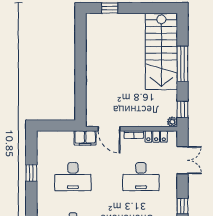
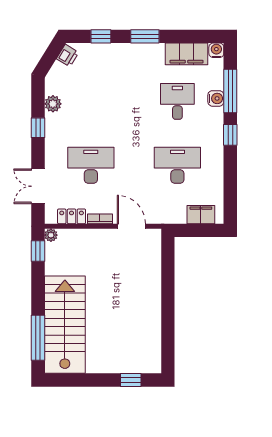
window: (182, 64) -> (38, 338), moved
filing cabinet: (85, 138) -> (201, 215), moved
window: (31, 173) -> (230, 135), moved

